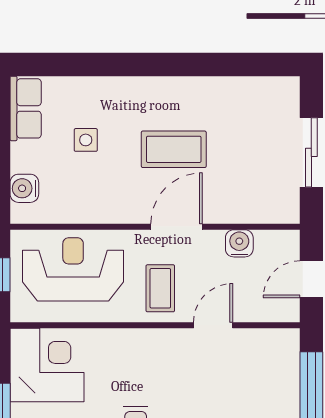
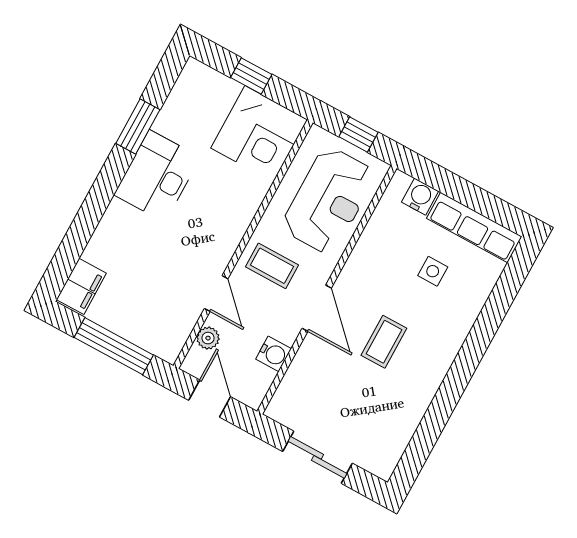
row of seats: (26, 108) -> (474, 227), width x1.48
coffee table: (174, 149) -> (384, 342), width x0.73, depth x0.77
plant: (257, 311) -> (208, 338), added

